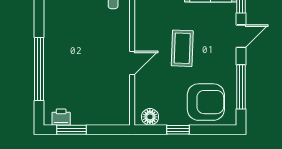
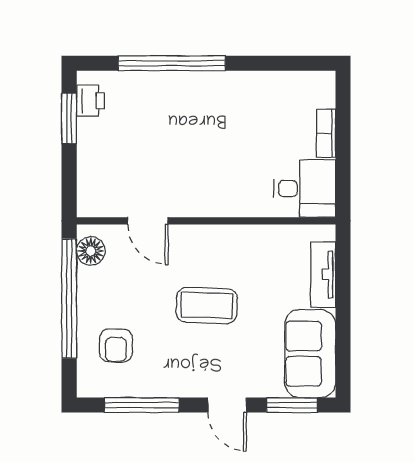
door: (132, 63) -> (148, 221), moved
armchair: (206, 102) -> (116, 346), width x0.53, depth x0.53
window: (178, 130) -> (69, 299), width x3.17

